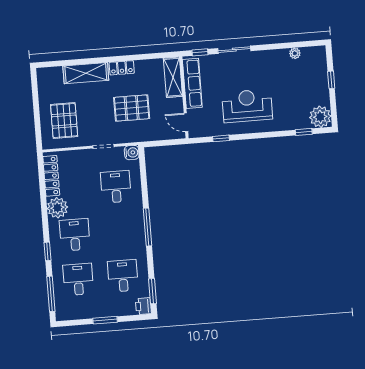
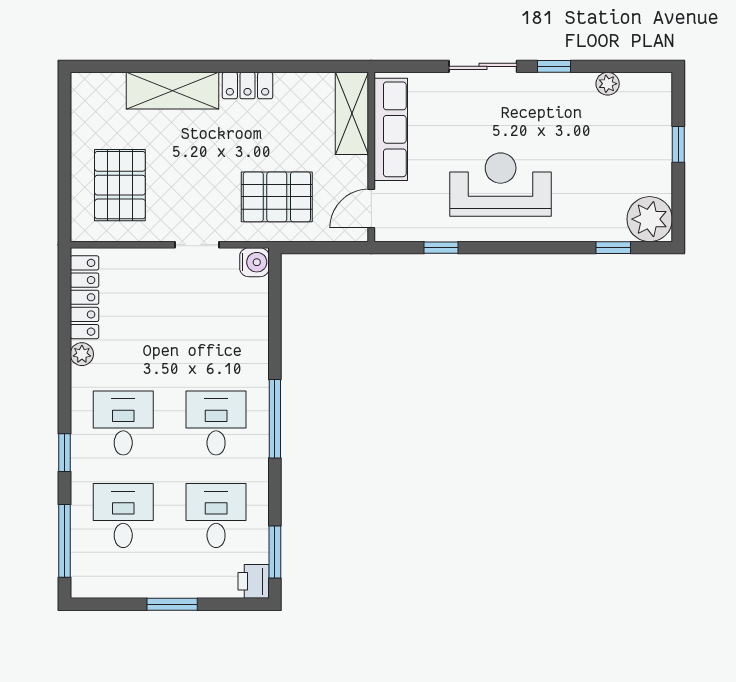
window: (200, 52) -> (554, 66), moved
pallet: (132, 108) -> (277, 197), moved
door: (186, 122) -> (371, 209), hinge flipped
desk: (116, 187) -> (216, 423), moved
plant: (57, 208) -> (82, 354), width x0.53, depth x0.53

